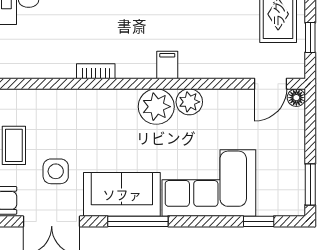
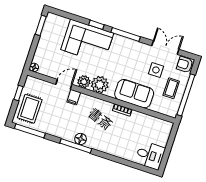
filing cabinet: (167, 65) -> (74, 97), moved
door: (271, 84) -> (64, 84), moved
sofa: (122, 194) -> (134, 94), moved, turned 180
window: (259, 221) -> (96, 25), moved

